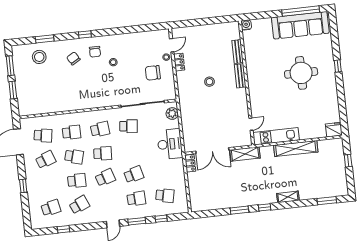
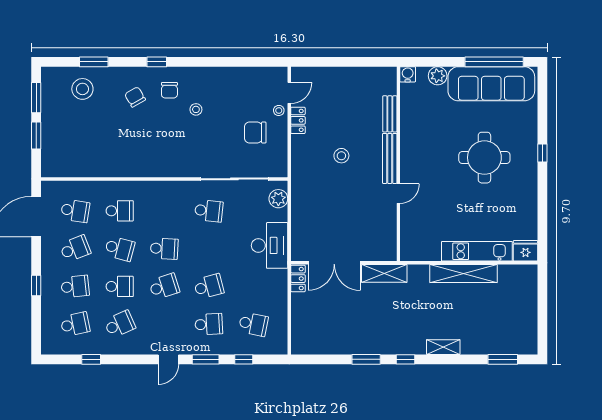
plant: (265, 24) -> (438, 76), added
bench: (240, 76) -> (390, 158), width x1.36
door: (251, 124) -> (398, 194), moved
school desk: (100, 129) -> (75, 286), moved
kitchen unit: (276, 136) -> (477, 251), moved
window: (348, 161) -> (542, 301), removed

